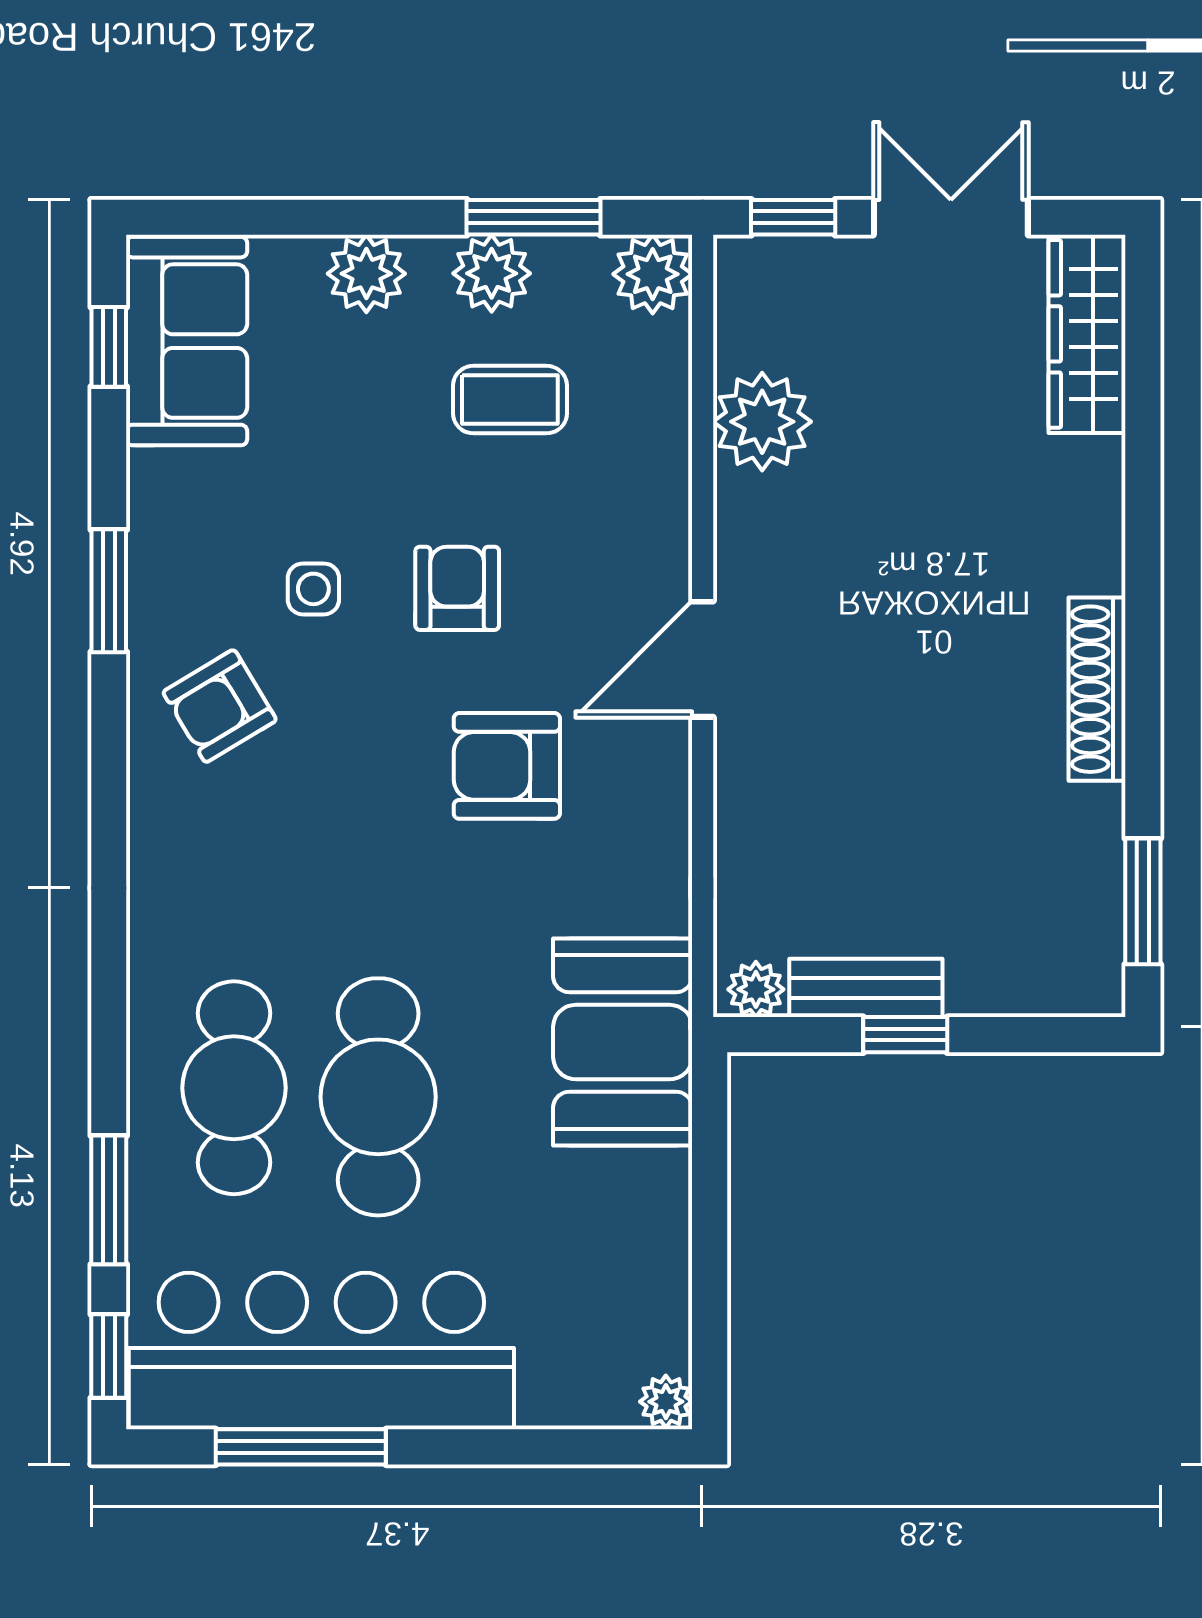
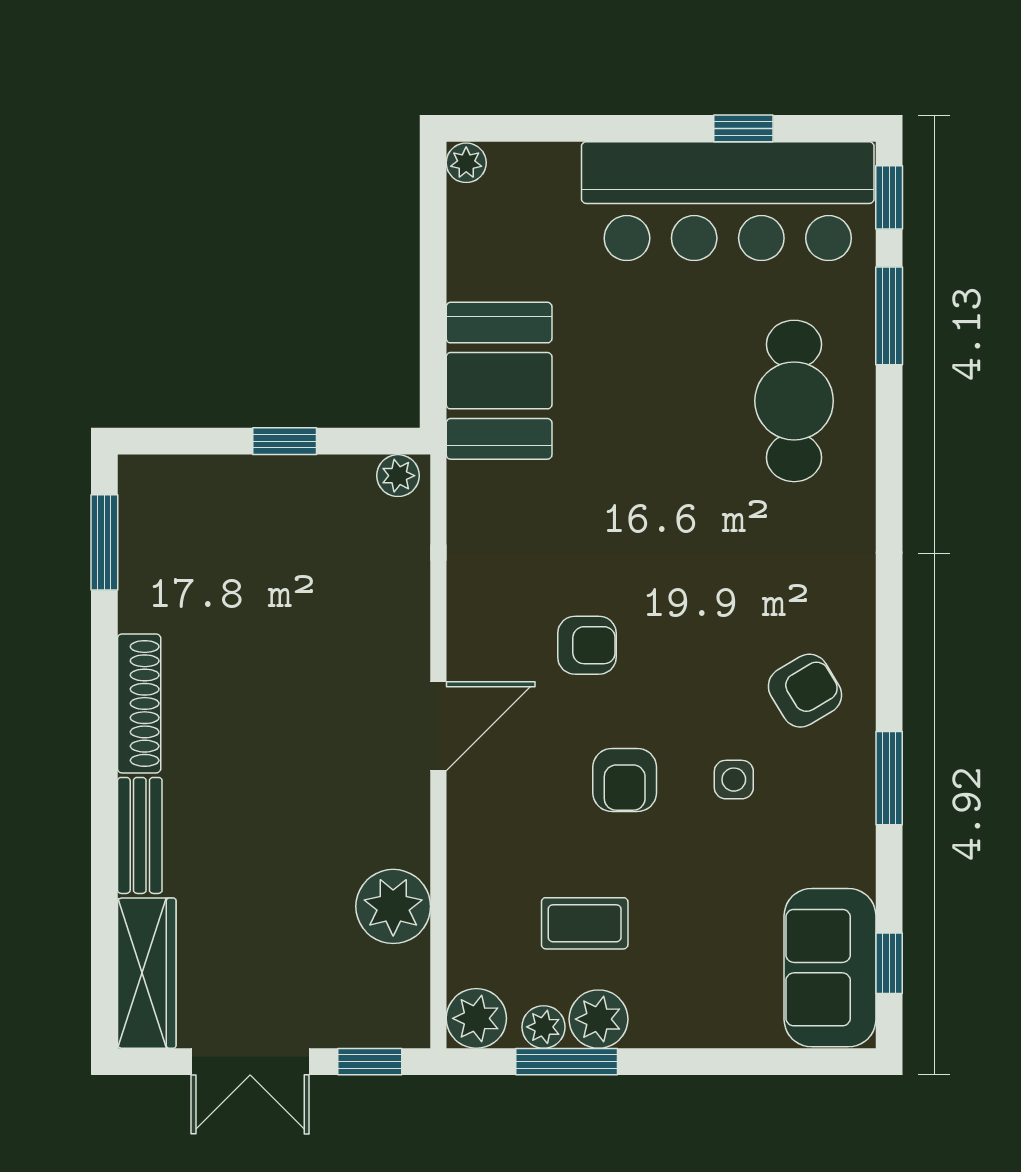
plant: (366, 274) -> (544, 1027), moved, width x0.73, depth x0.73
armchair: (507, 766) -> (587, 645), width x0.72, depth x0.72
bench: (866, 988) -> (140, 835), moved, turned 90
booth: (623, 1042) -> (499, 381), moved
cafe table: (378, 1097) -> (685, 394), removed
window: (301, 1447) -> (743, 128), width x0.46

